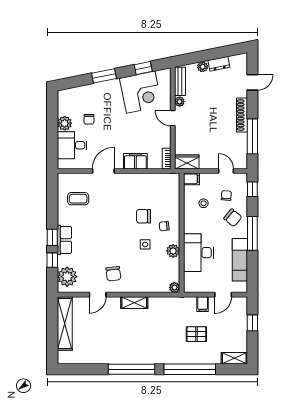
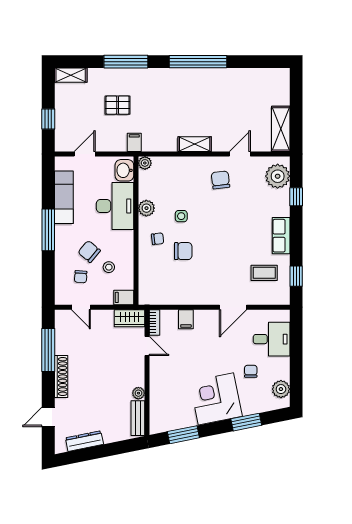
dresser: (219, 64) -> (84, 441), width x1.44
plant: (203, 67) -> (110, 436), removed
window: (143, 68) -> (183, 435), width x1.50
window: (104, 76) -> (246, 422), moved
corner desk: (141, 92) -> (216, 399), moved
door: (173, 118) -> (147, 346), moved
plant: (65, 123) -> (281, 389), moved
filing cabinet: (135, 161) -> (186, 319), width x0.50
window: (252, 189) -> (48, 284), removed
chair: (233, 218) -> (89, 252), moved
window: (52, 237) -> (296, 276), moved
row of seats: (64, 240) -> (281, 236), moved
washbasin: (191, 281) -> (124, 170), added
filing cabinet: (203, 304) -> (134, 142), moved
shelving: (65, 323) -> (281, 129), width x0.68
window: (190, 369) -> (126, 62), width x0.68

